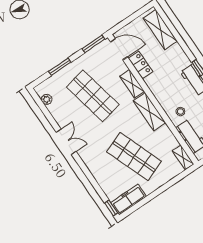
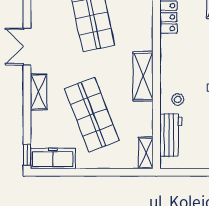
shelving: (132, 84) -> (39, 92), moved
double door: (66, 142) -> (27, 47), swing flipped

